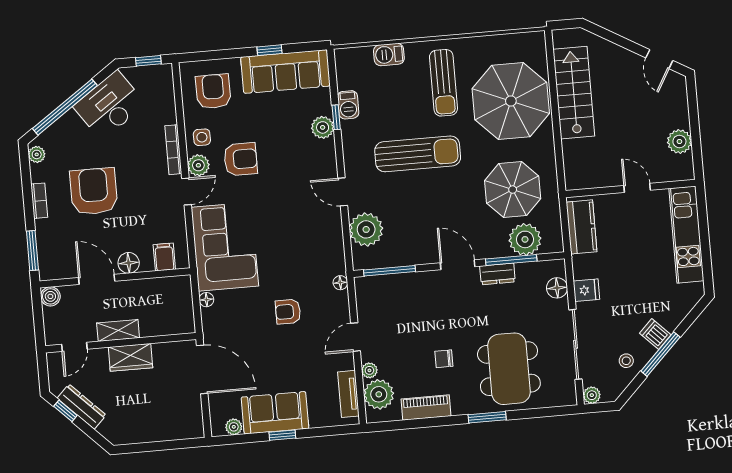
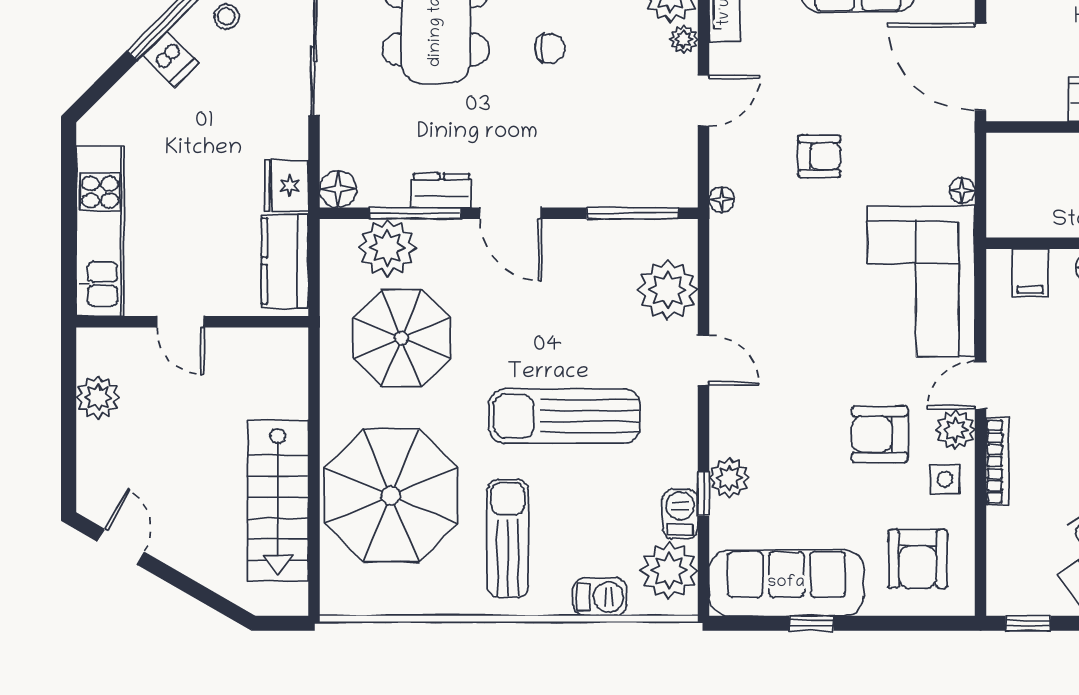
plant: (352, 73) -> (669, 570), added
floor lamp: (557, 288) -> (338, 189), moved
fridge: (586, 290) -> (286, 186), moved, width x1.38

